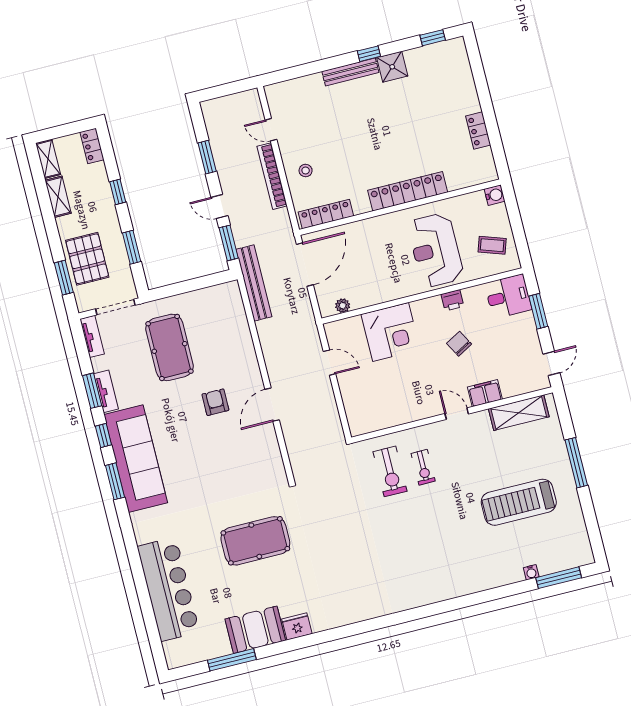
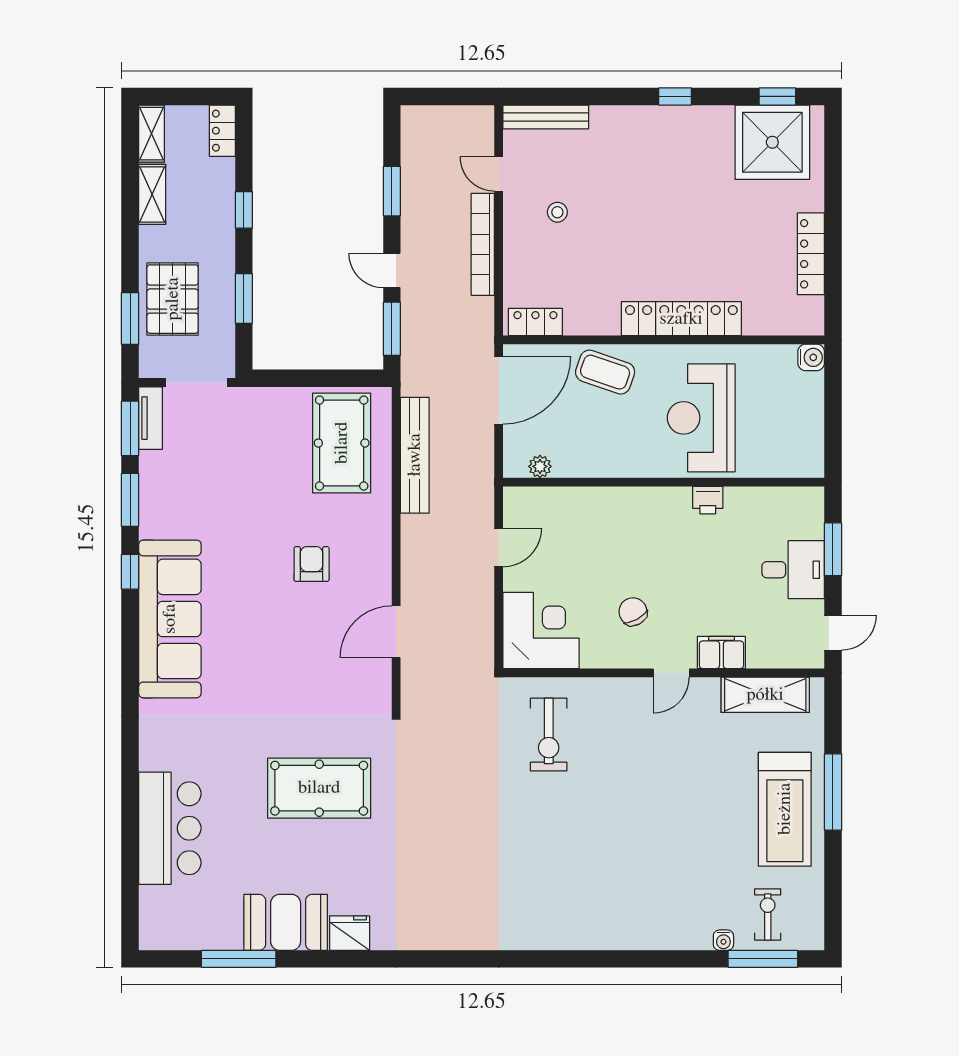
shower: (392, 67) -> (772, 142), moved, width x1.86, depth x1.86
bench: (350, 72) -> (546, 117), moved
locker: (478, 131) -> (811, 254), width x1.53
stool: (306, 171) -> (557, 212), moved
locker: (326, 214) -> (535, 322), width x0.66
coffee table: (492, 245) -> (605, 372), moved, width x1.36, depth x1.30
bench: (254, 283) -> (415, 455), moved
desk: (508, 296) -> (793, 570), moved
corner desk: (391, 332) -> (541, 630), moved, turned -90
chair: (459, 344) -> (633, 612), moved
pool table: (169, 347) -> (342, 443), moved
door: (329, 363) -> (499, 547), hinge flipped
tv unit: (106, 391) -> (151, 506), removed
door: (272, 405) -> (396, 632), moved
door: (457, 414) -> (671, 673), swing flipped
exercise bike: (423, 467) -> (768, 914), moved, turned 180
window: (115, 481) -> (130, 428), moved
treadmill: (519, 502) -> (785, 809), moved, turned -90
bar counter: (168, 589) -> (170, 828), width x0.73

